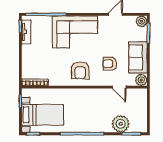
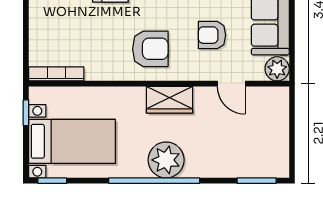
armchair: (80, 70) -> (150, 49), turned -90
wardrobe: (89, 95) -> (169, 100), added
plant: (121, 124) -> (166, 160), moved

